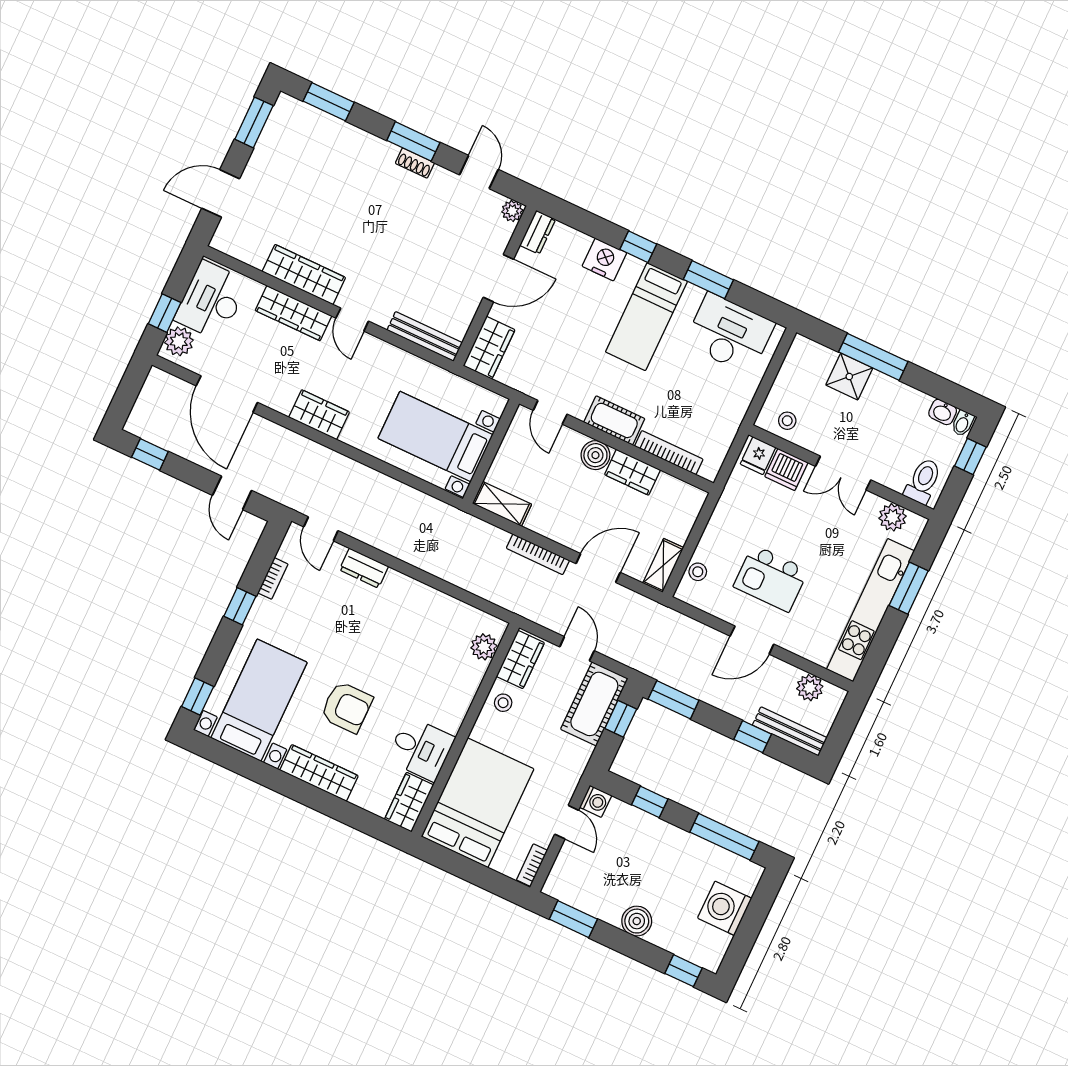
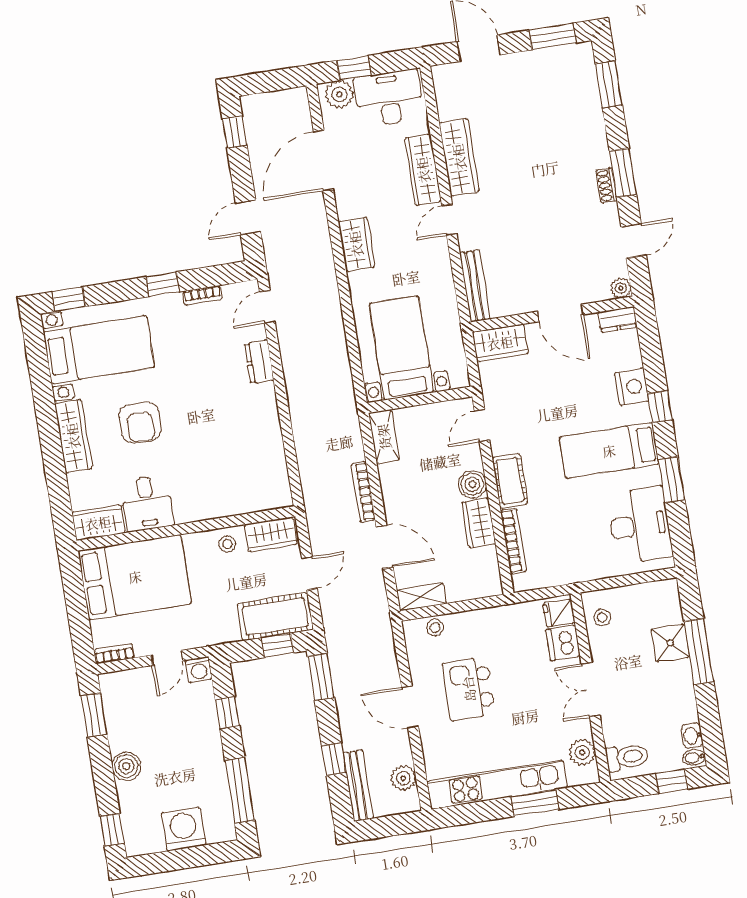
plant: (484, 647) -> (261, 499), removed

